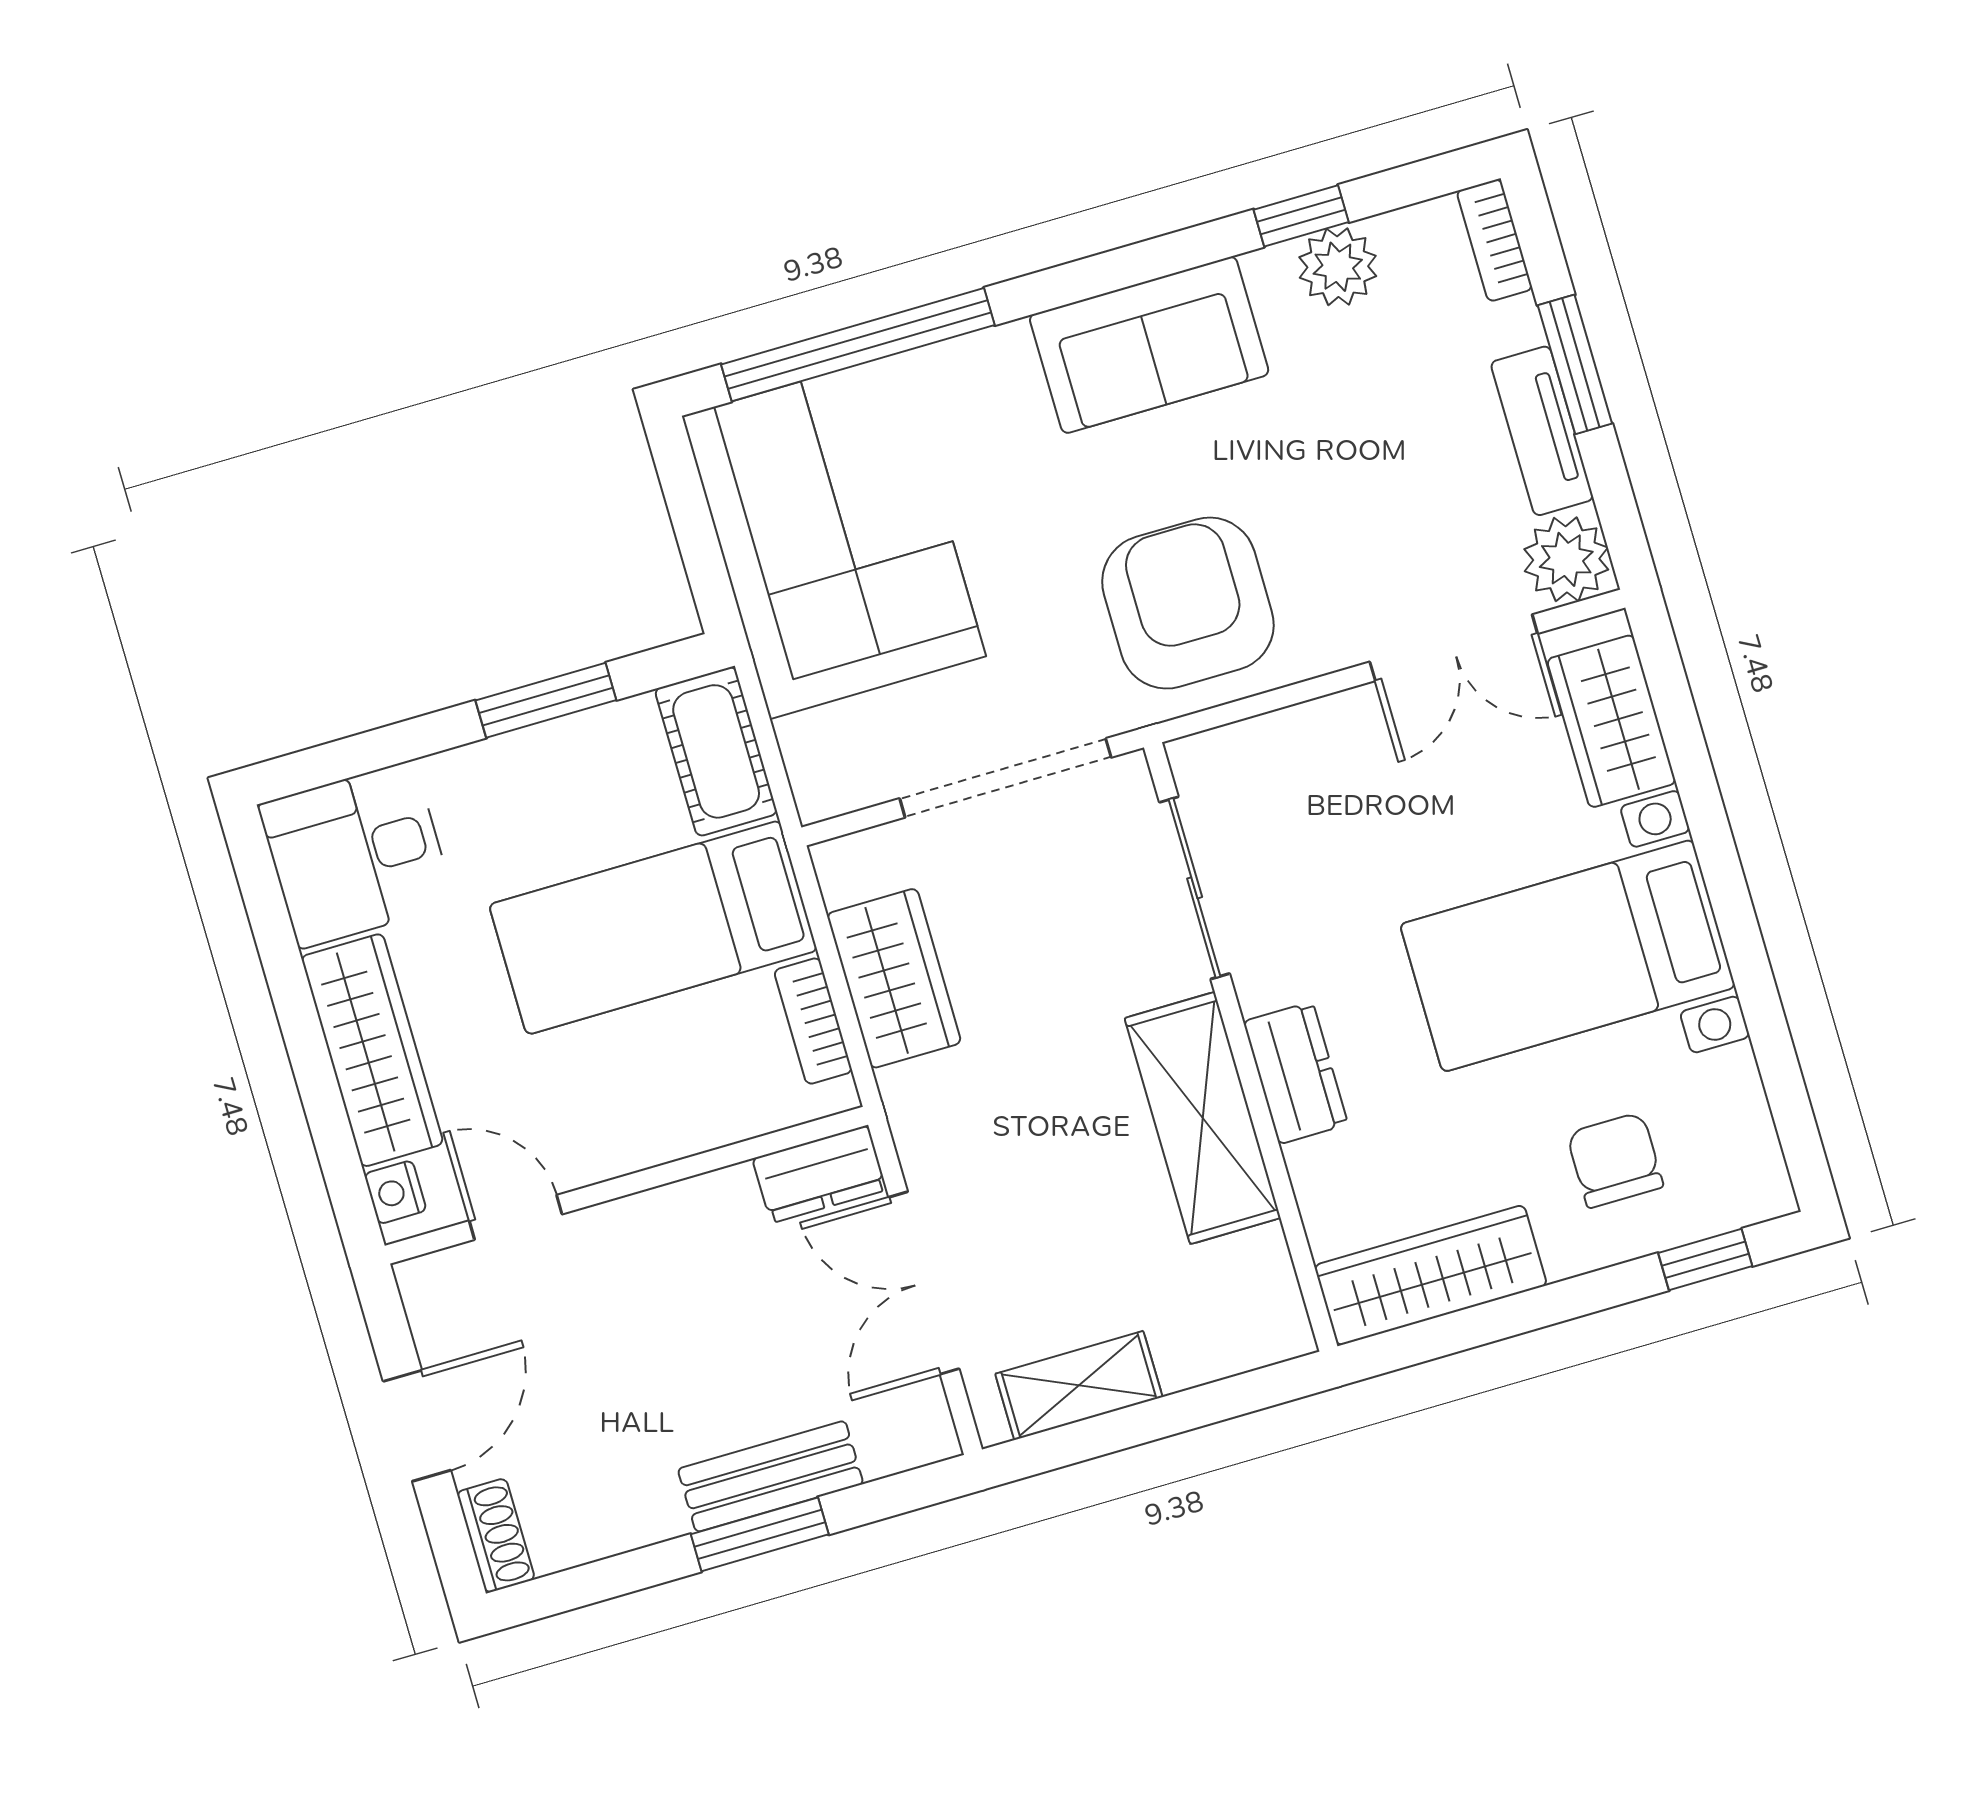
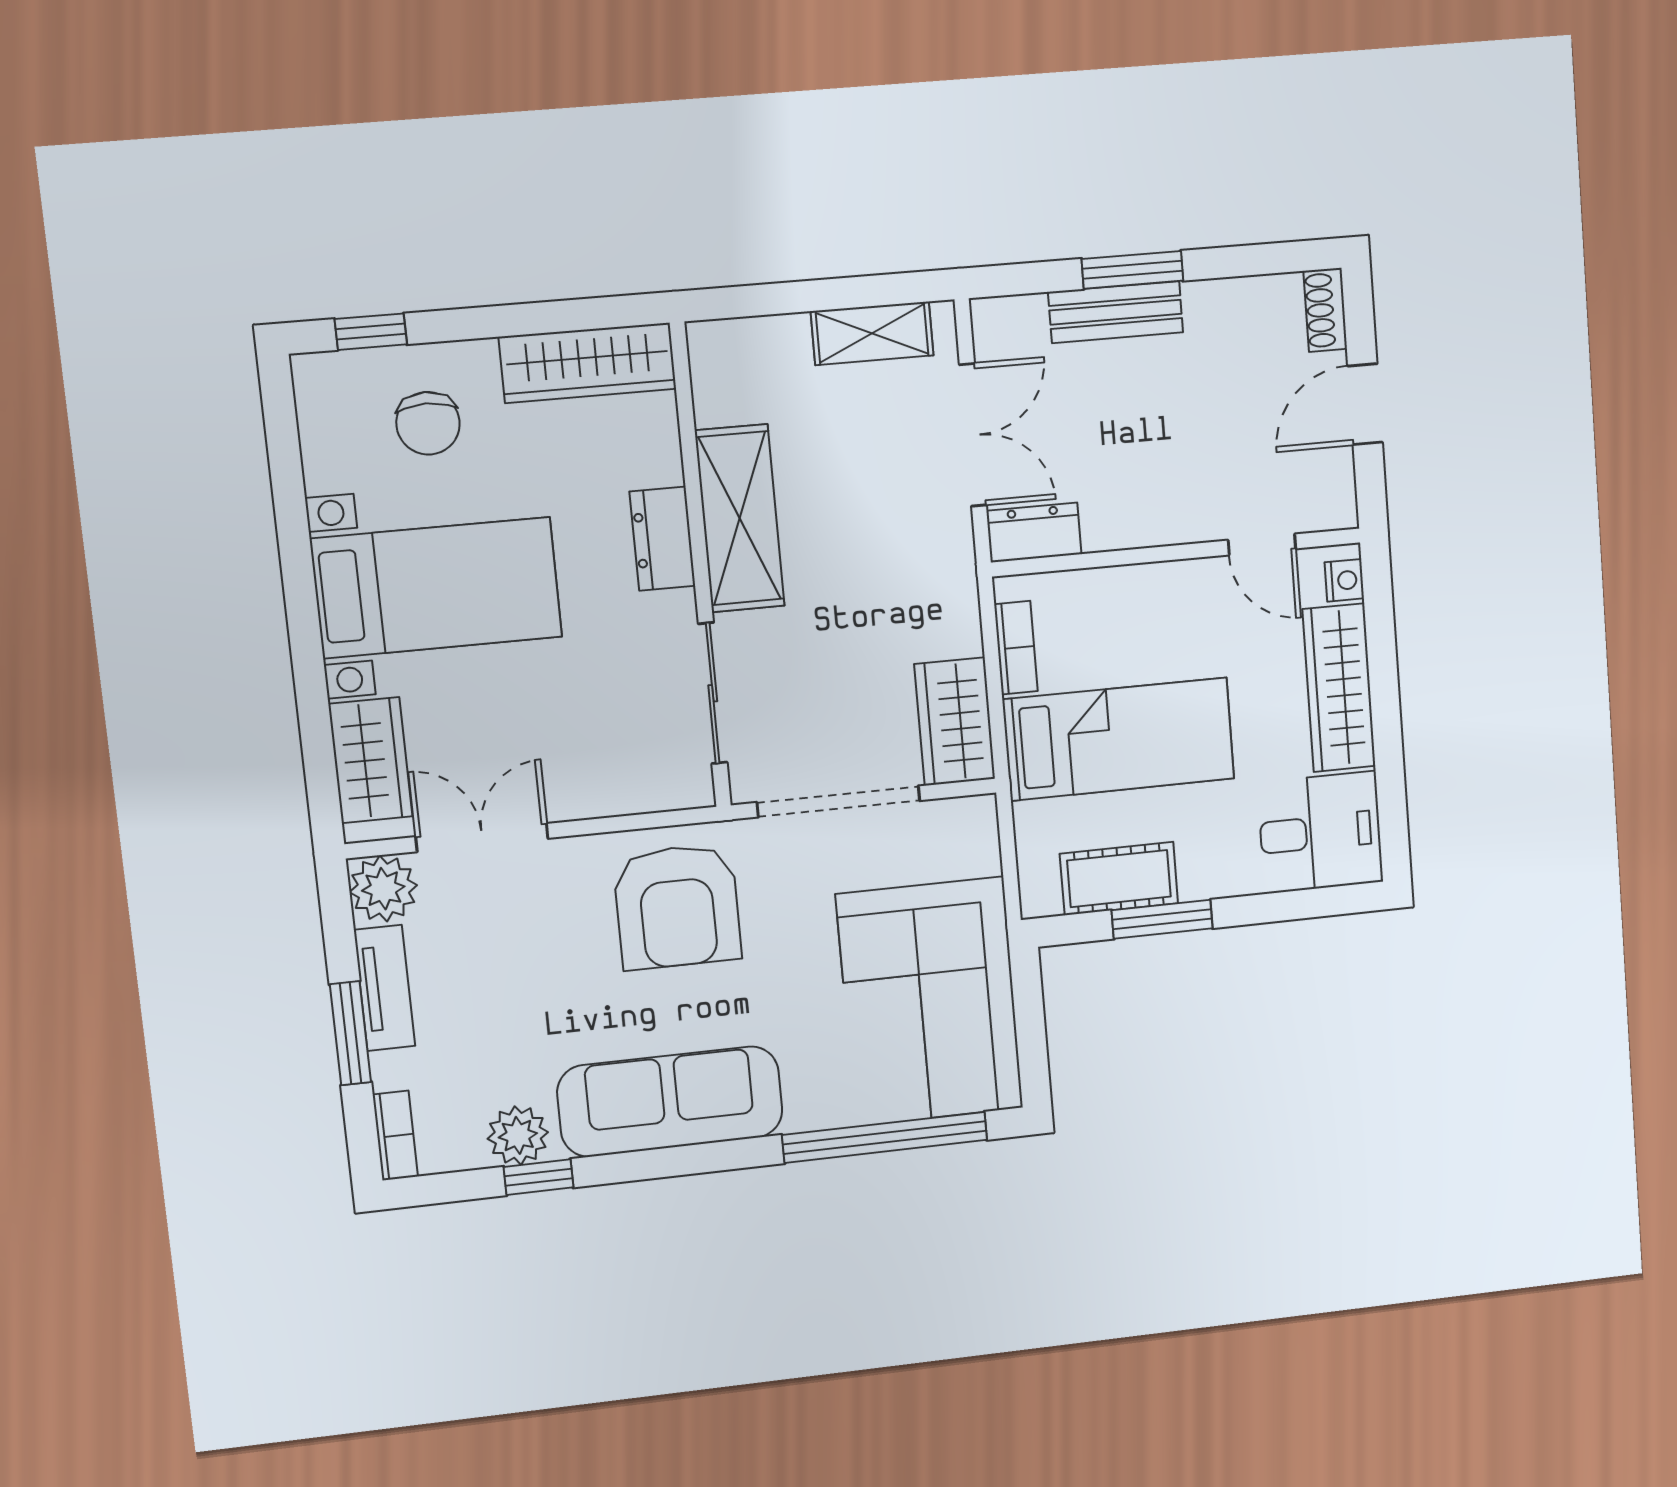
sofa: (1149, 345) -> (670, 1102), width x1.36
cot: (716, 751) -> (1119, 879), moved, turned 90
wardrobe: (894, 978) -> (955, 722), moved

